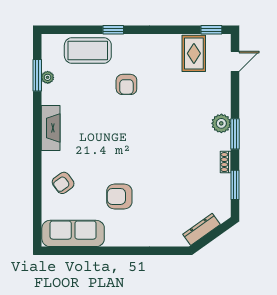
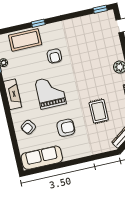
rug: (194, 53) -> (99, 111), moved
grand piano: (108, 138) -> (50, 92), added
armchair: (119, 196) -> (66, 128), turned 180

